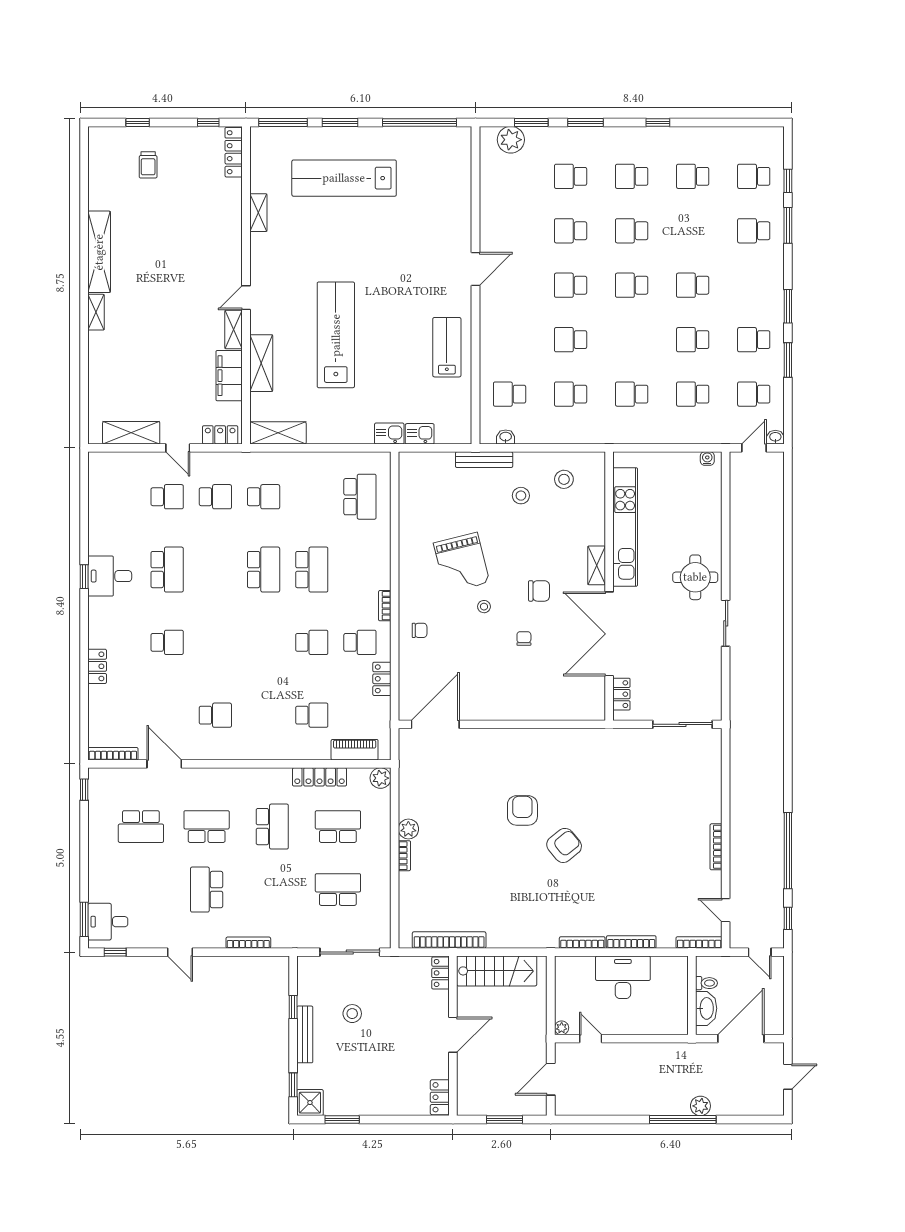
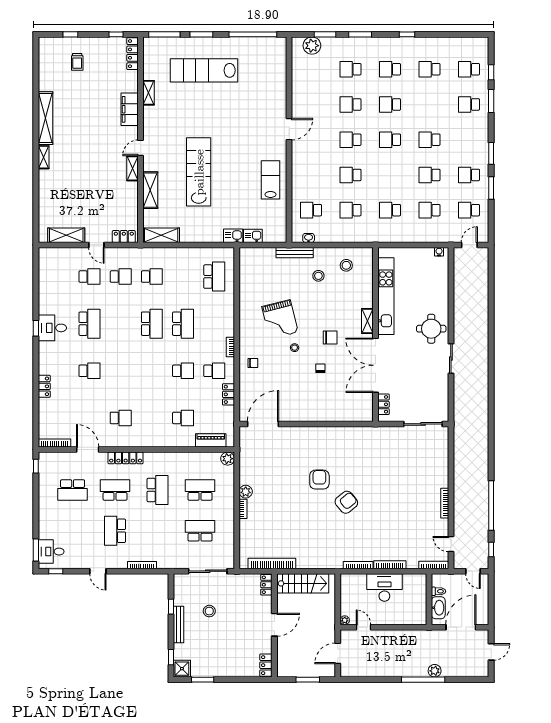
filing cabinet: (229, 376) -> (130, 109), moved
washbasin: (775, 437) -> (483, 238), removed
locker: (320, 777) -> (126, 458), moved

